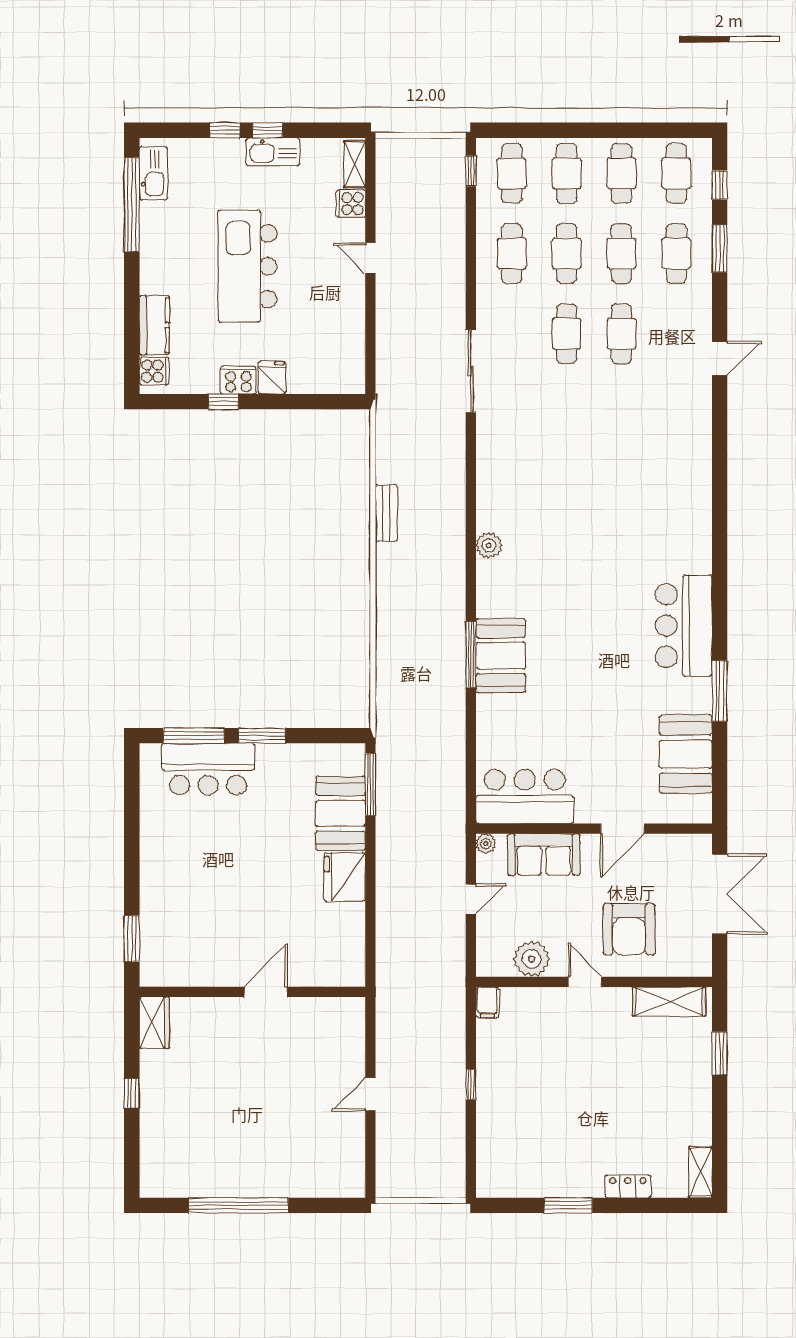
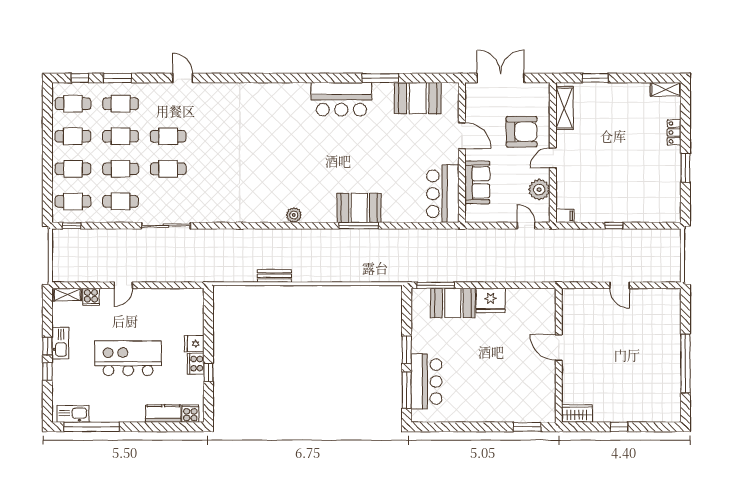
kitchen island: (247, 266) -> (128, 358), turned 180
sliding door: (471, 371) -> (166, 226), moved
plant: (486, 844) -> (471, 217), removed
door: (471, 899) -> (526, 226), moved

